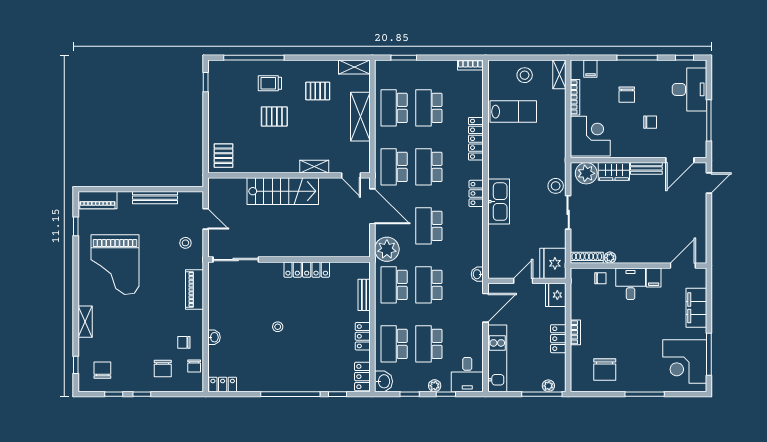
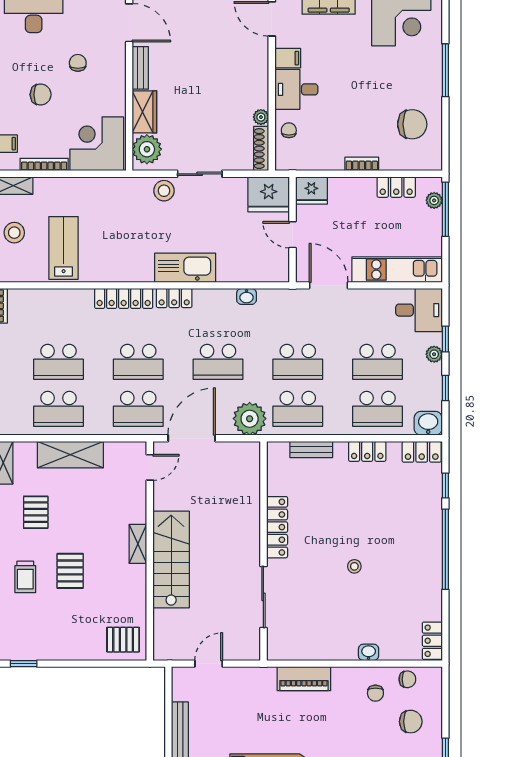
locker: (476, 139) -> (124, 298), moved
shelving: (314, 167) -> (138, 544), moved
stool: (185, 243) -> (241, 691), removed
sliding door: (236, 260) -> (263, 597), moved
washbasin: (477, 274) -> (247, 296), moved
locker: (558, 339) -> (396, 187), moved

